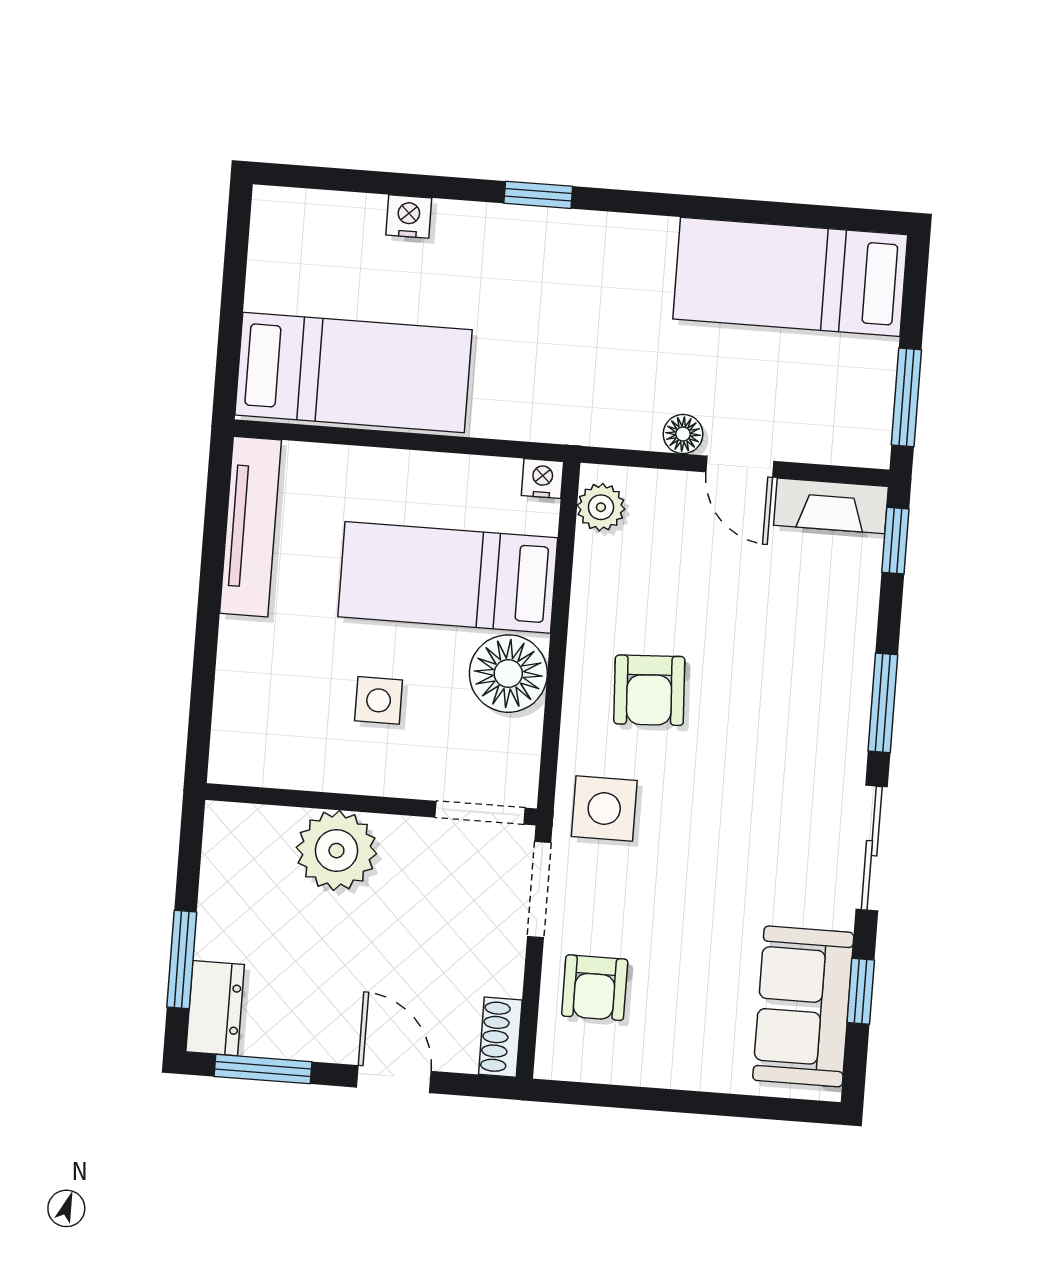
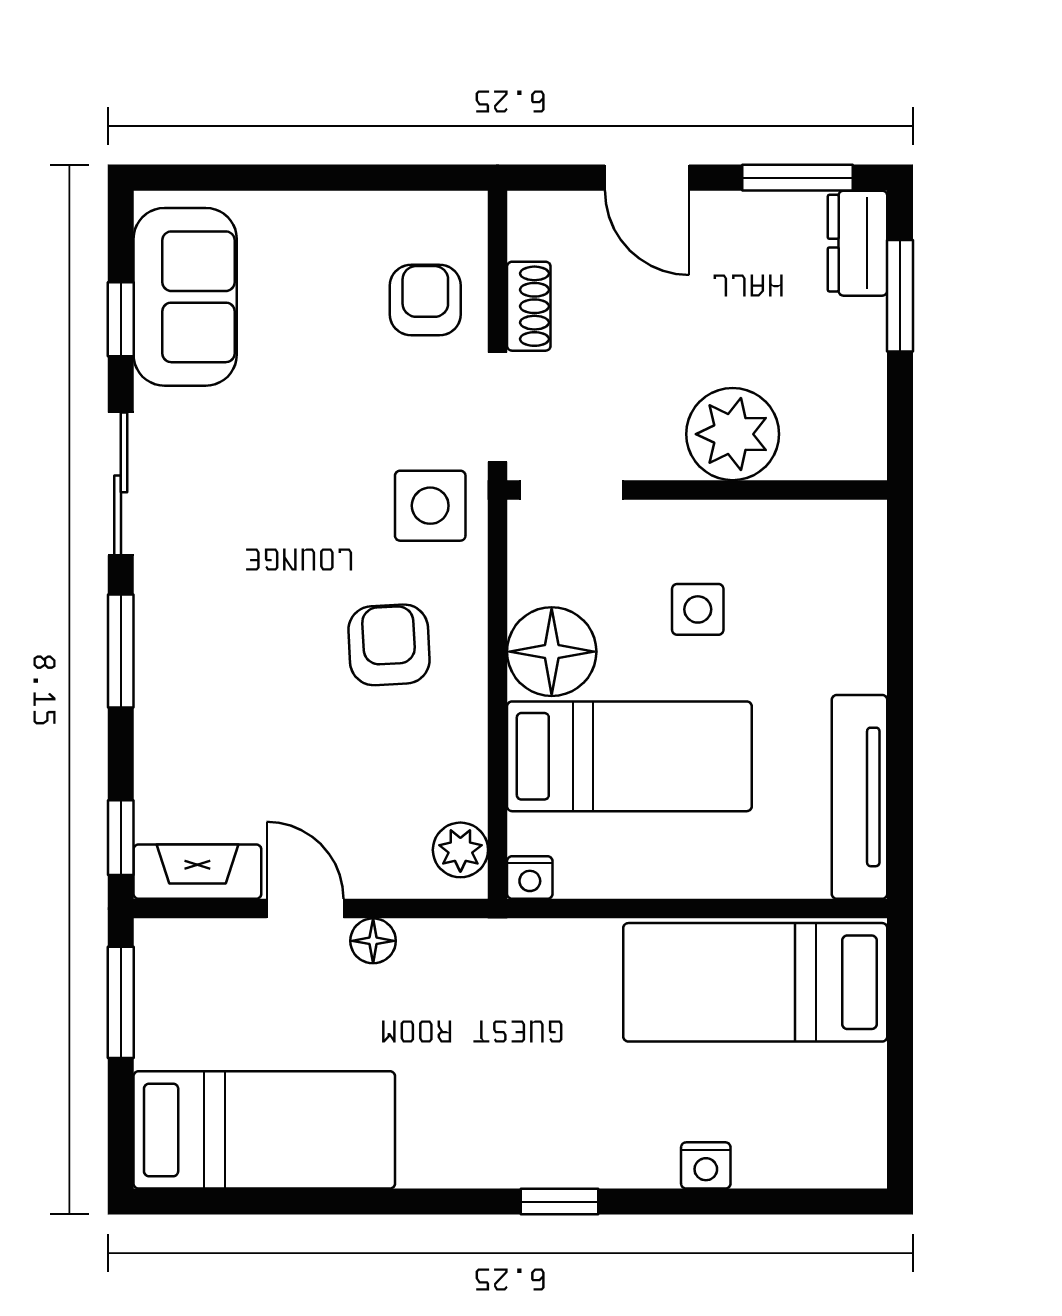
shoe rack: (500, 1037) -> (529, 306), moved

